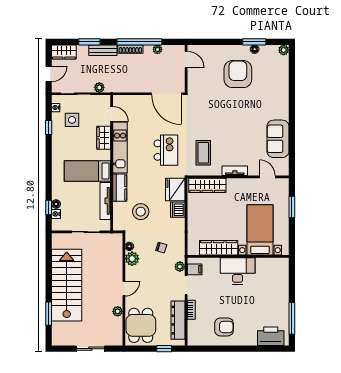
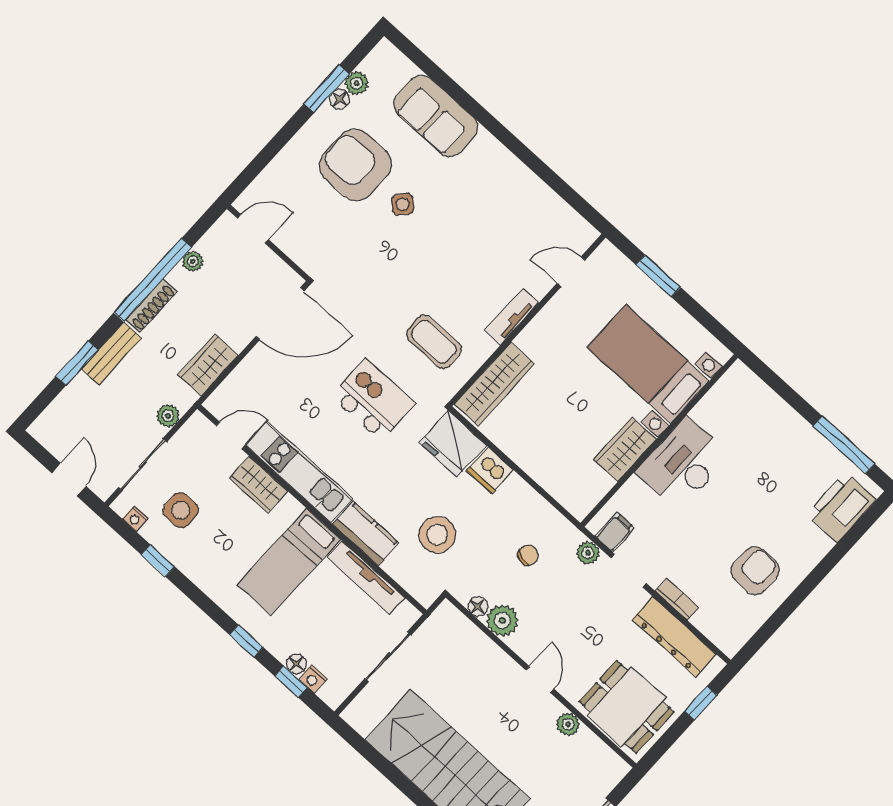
plant: (284, 50) -> (357, 83), moved
wardrobe: (64, 52) -> (208, 365), moved, turned 180
side table: (239, 101) -> (403, 204), added
sofa: (278, 139) -> (436, 116), moved
window: (49, 181) -> (246, 641), added
wardrobe: (219, 248) -> (625, 449), width x0.67

